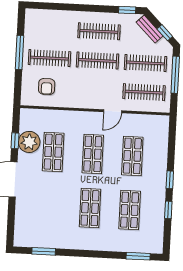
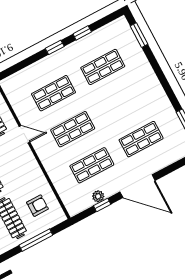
window: (19, 52) -> (36, 240), moved
plant: (29, 142) -> (98, 196), width x0.53, depth x0.53
shop shelf: (90, 208) -> (141, 139), moved

